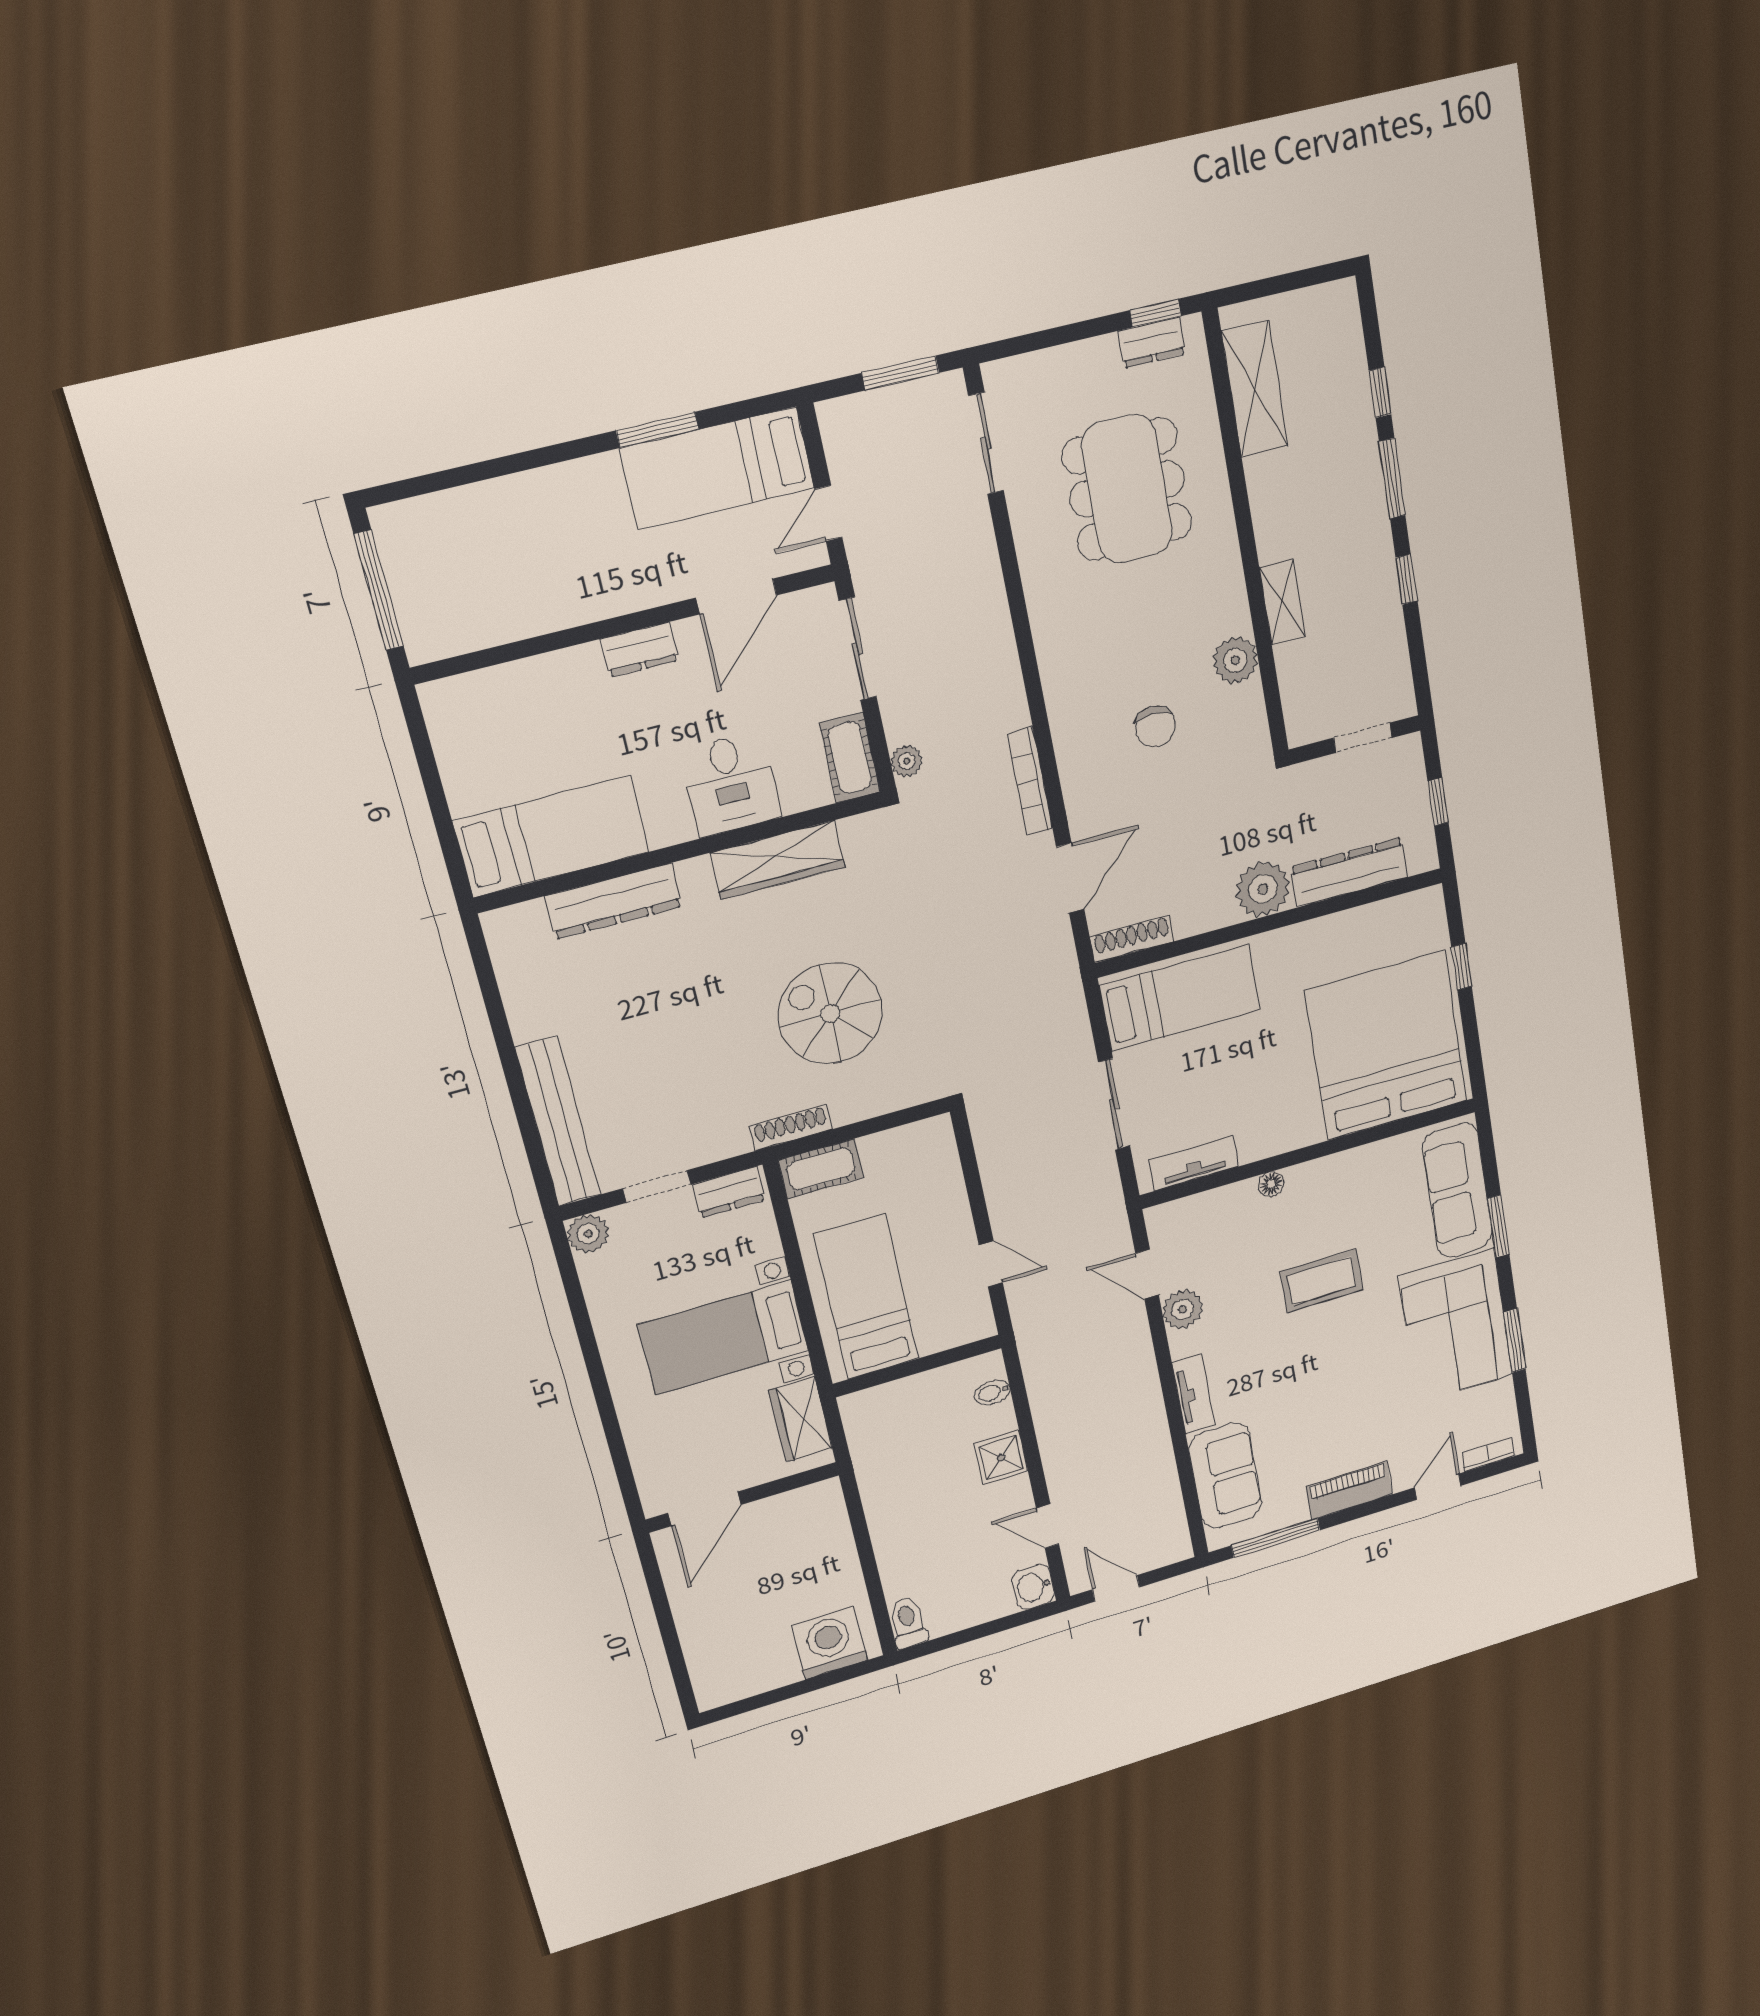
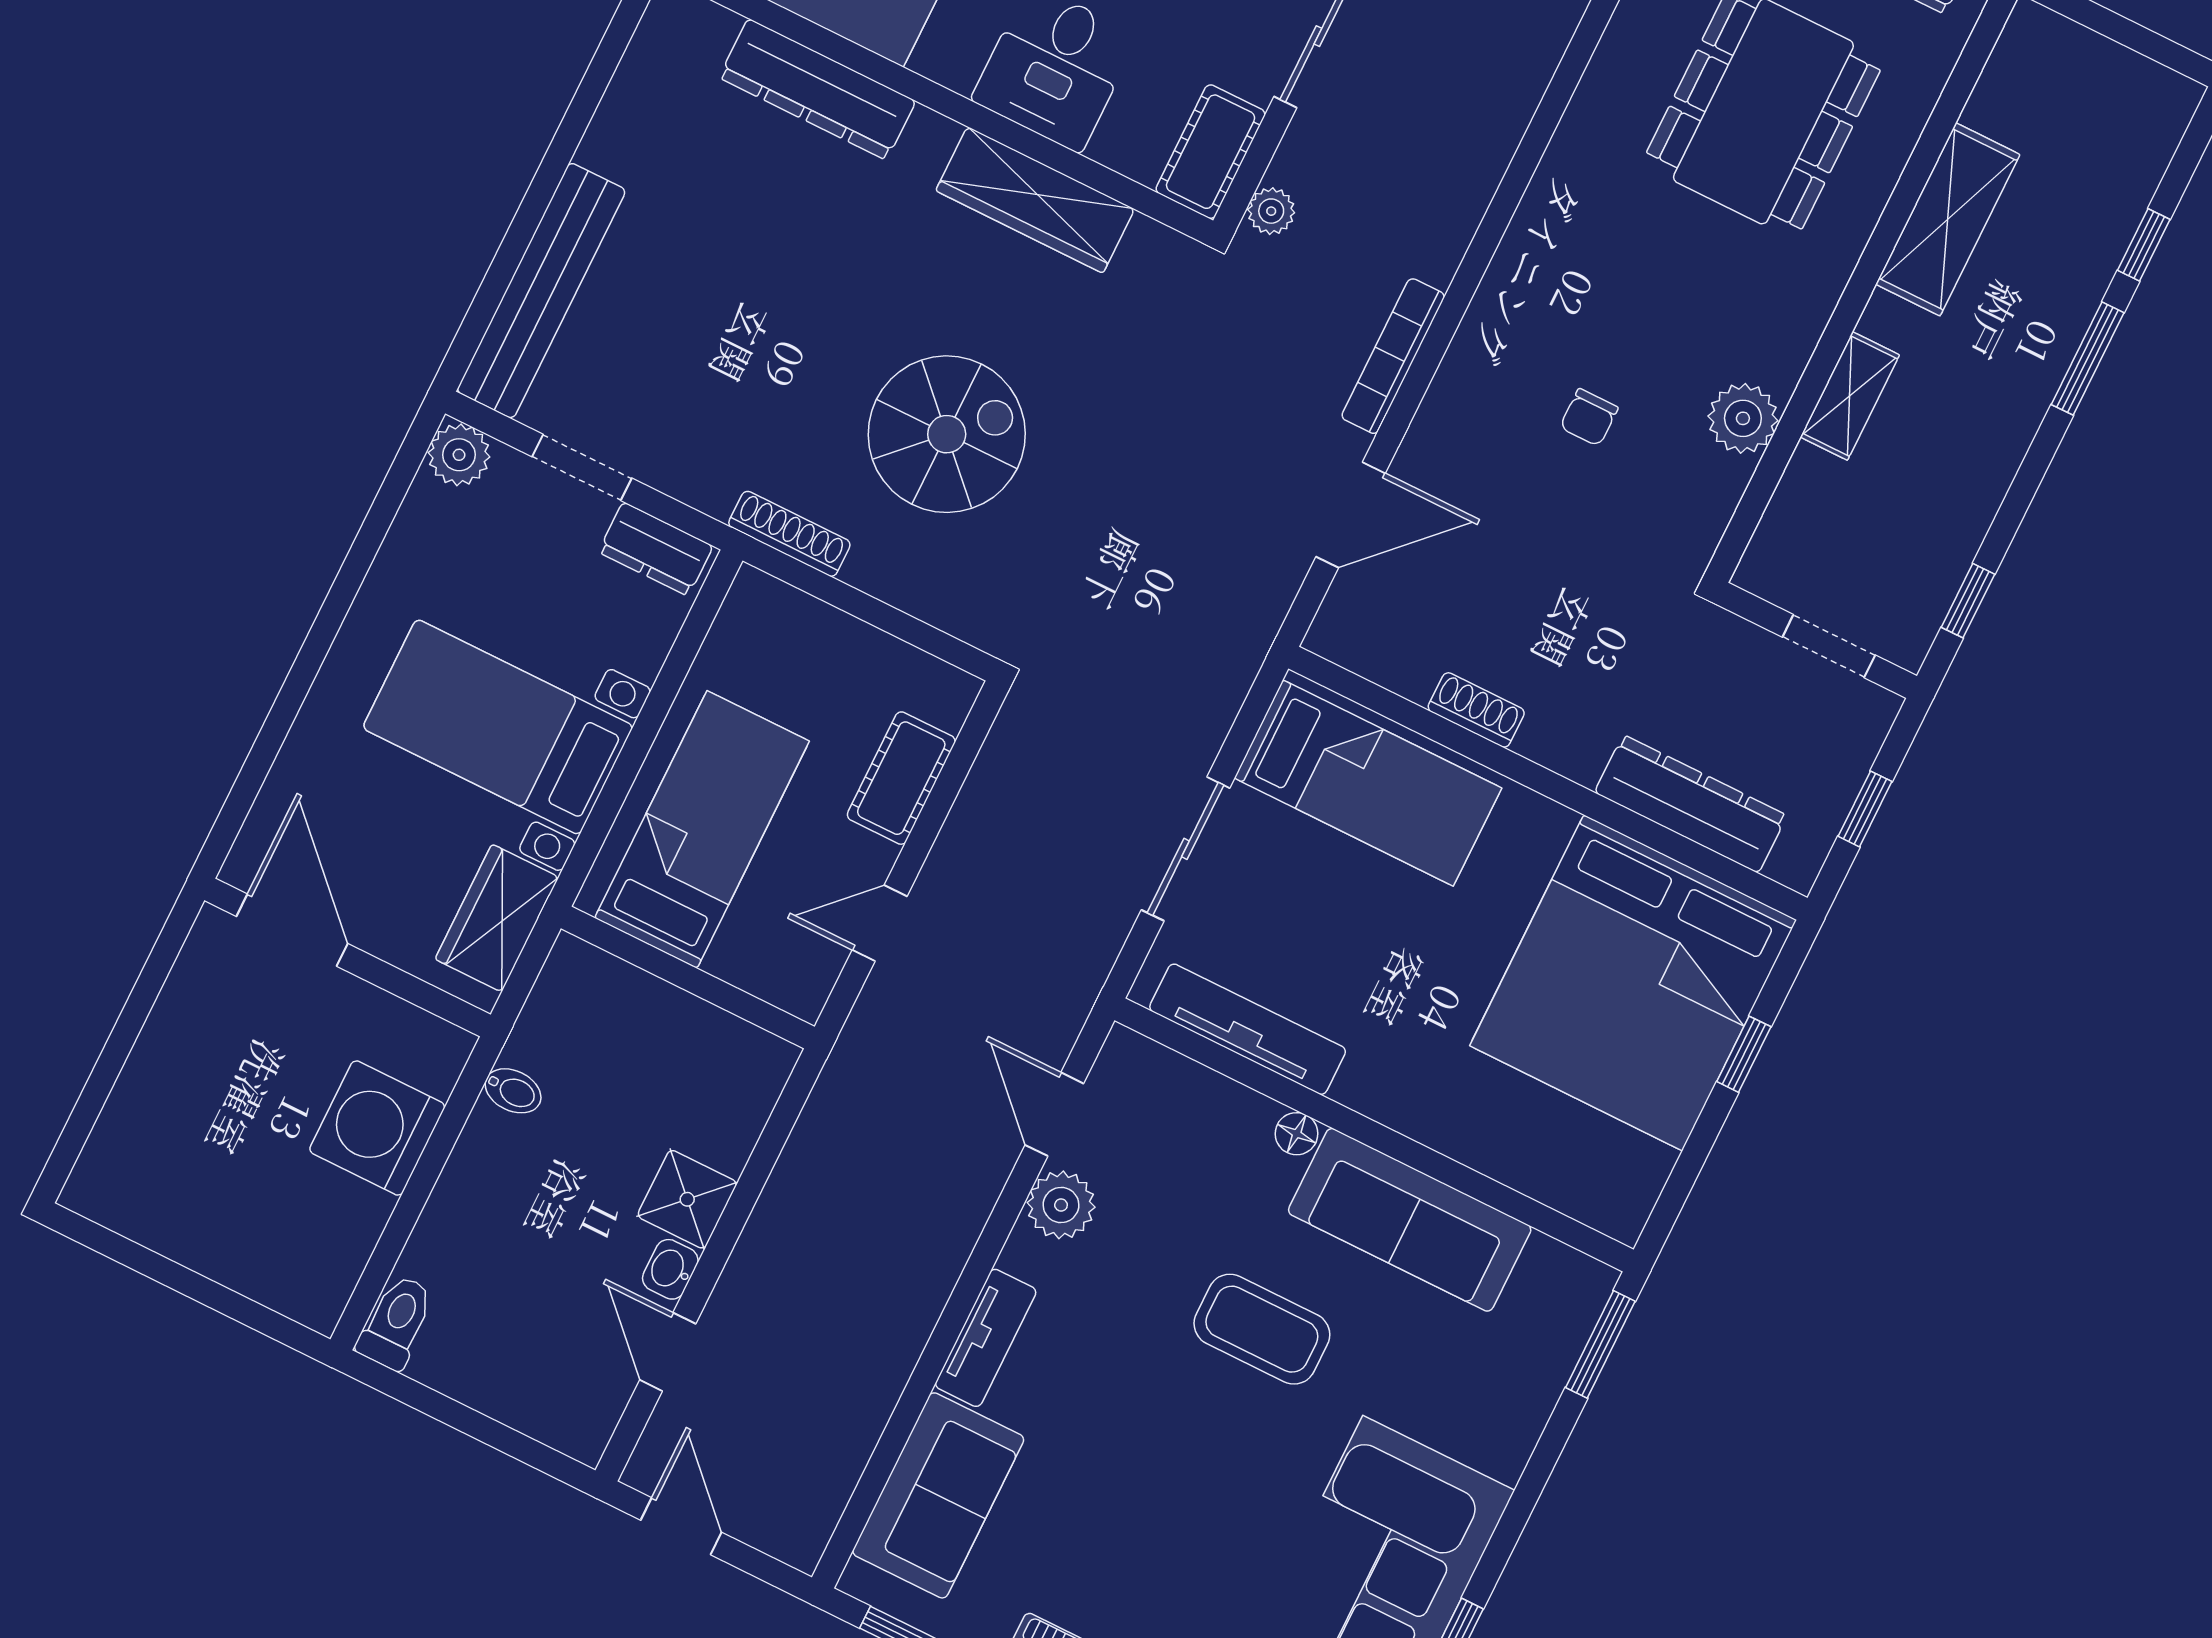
shelving: (1255, 389) -> (1948, 219), moved
window: (1407, 579) -> (1968, 601), moved
chair: (1155, 727) -> (1589, 417), width x0.73, depth x0.73
plant: (1263, 889) -> (1570, 732), removed
shoe rack: (1132, 939) -> (1476, 710), moved, width x0.70
spiral stairs: (830, 1013) -> (947, 434), turned 90
bed: (1386, 1046) -> (1633, 983), moved, turned 180
tv unit: (1193, 1164) -> (1248, 1029), width x1.41
cot: (821, 1169) -> (901, 778), moved, turned 90
sofa: (1457, 1190) -> (1410, 1220), moved, turned -90
window: (1498, 1226) -> (1600, 1344), moved
door: (991, 1264) -> (880, 923), swing flipped
bidet: (992, 1392) -> (513, 1091), moved, turned 180
door: (705, 1509) -> (292, 930), swing flipped
washbasin: (1033, 1587) -> (670, 1269), moved, width x0.72, depth x0.69
washing machine: (829, 1643) -> (377, 1128), moved, turned -90

